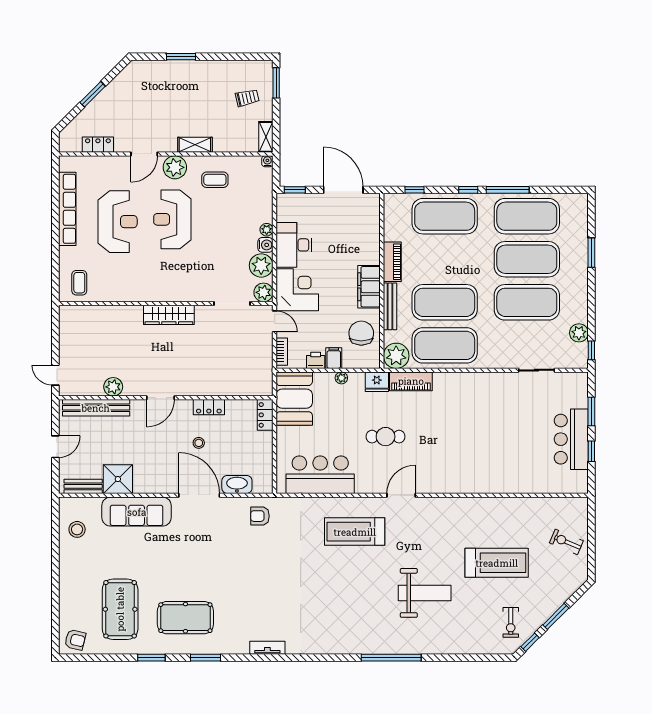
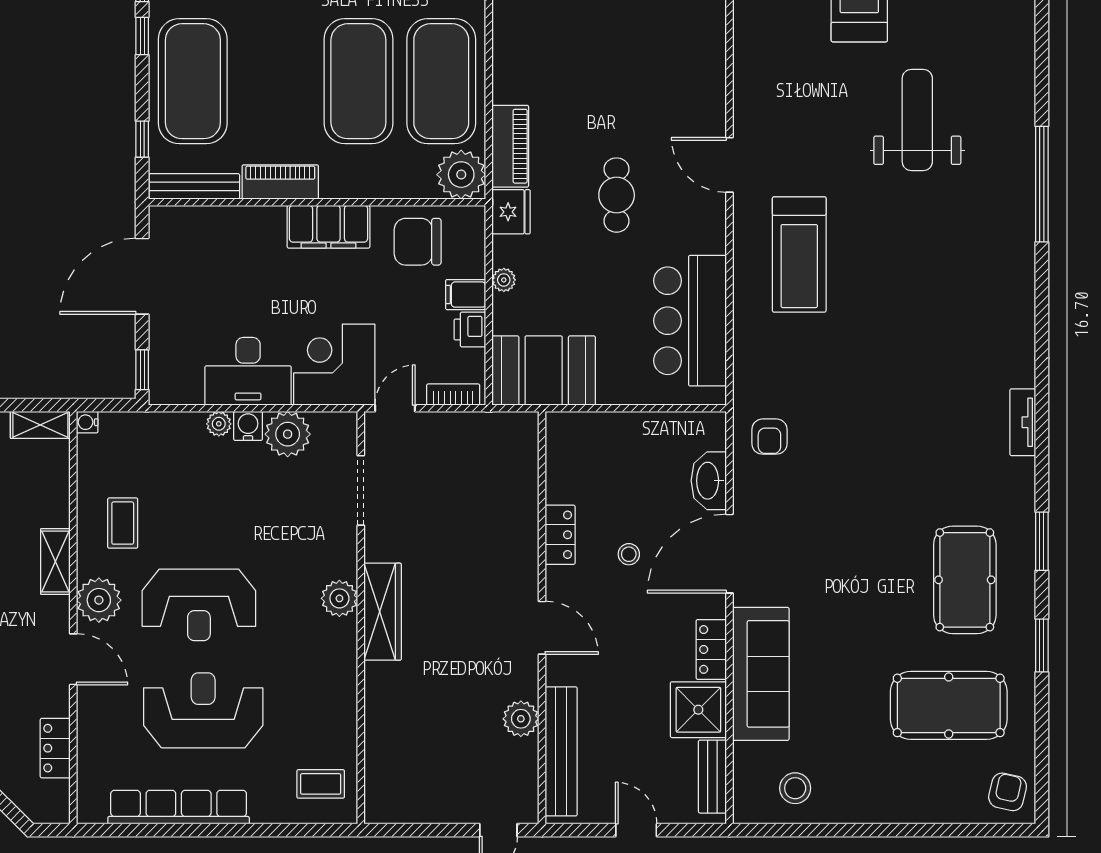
plant: (263, 292) -> (339, 598), moved
bench: (390, 306) -> (194, 186), moved
locker: (265, 415) -> (711, 649), moved, turned 90

